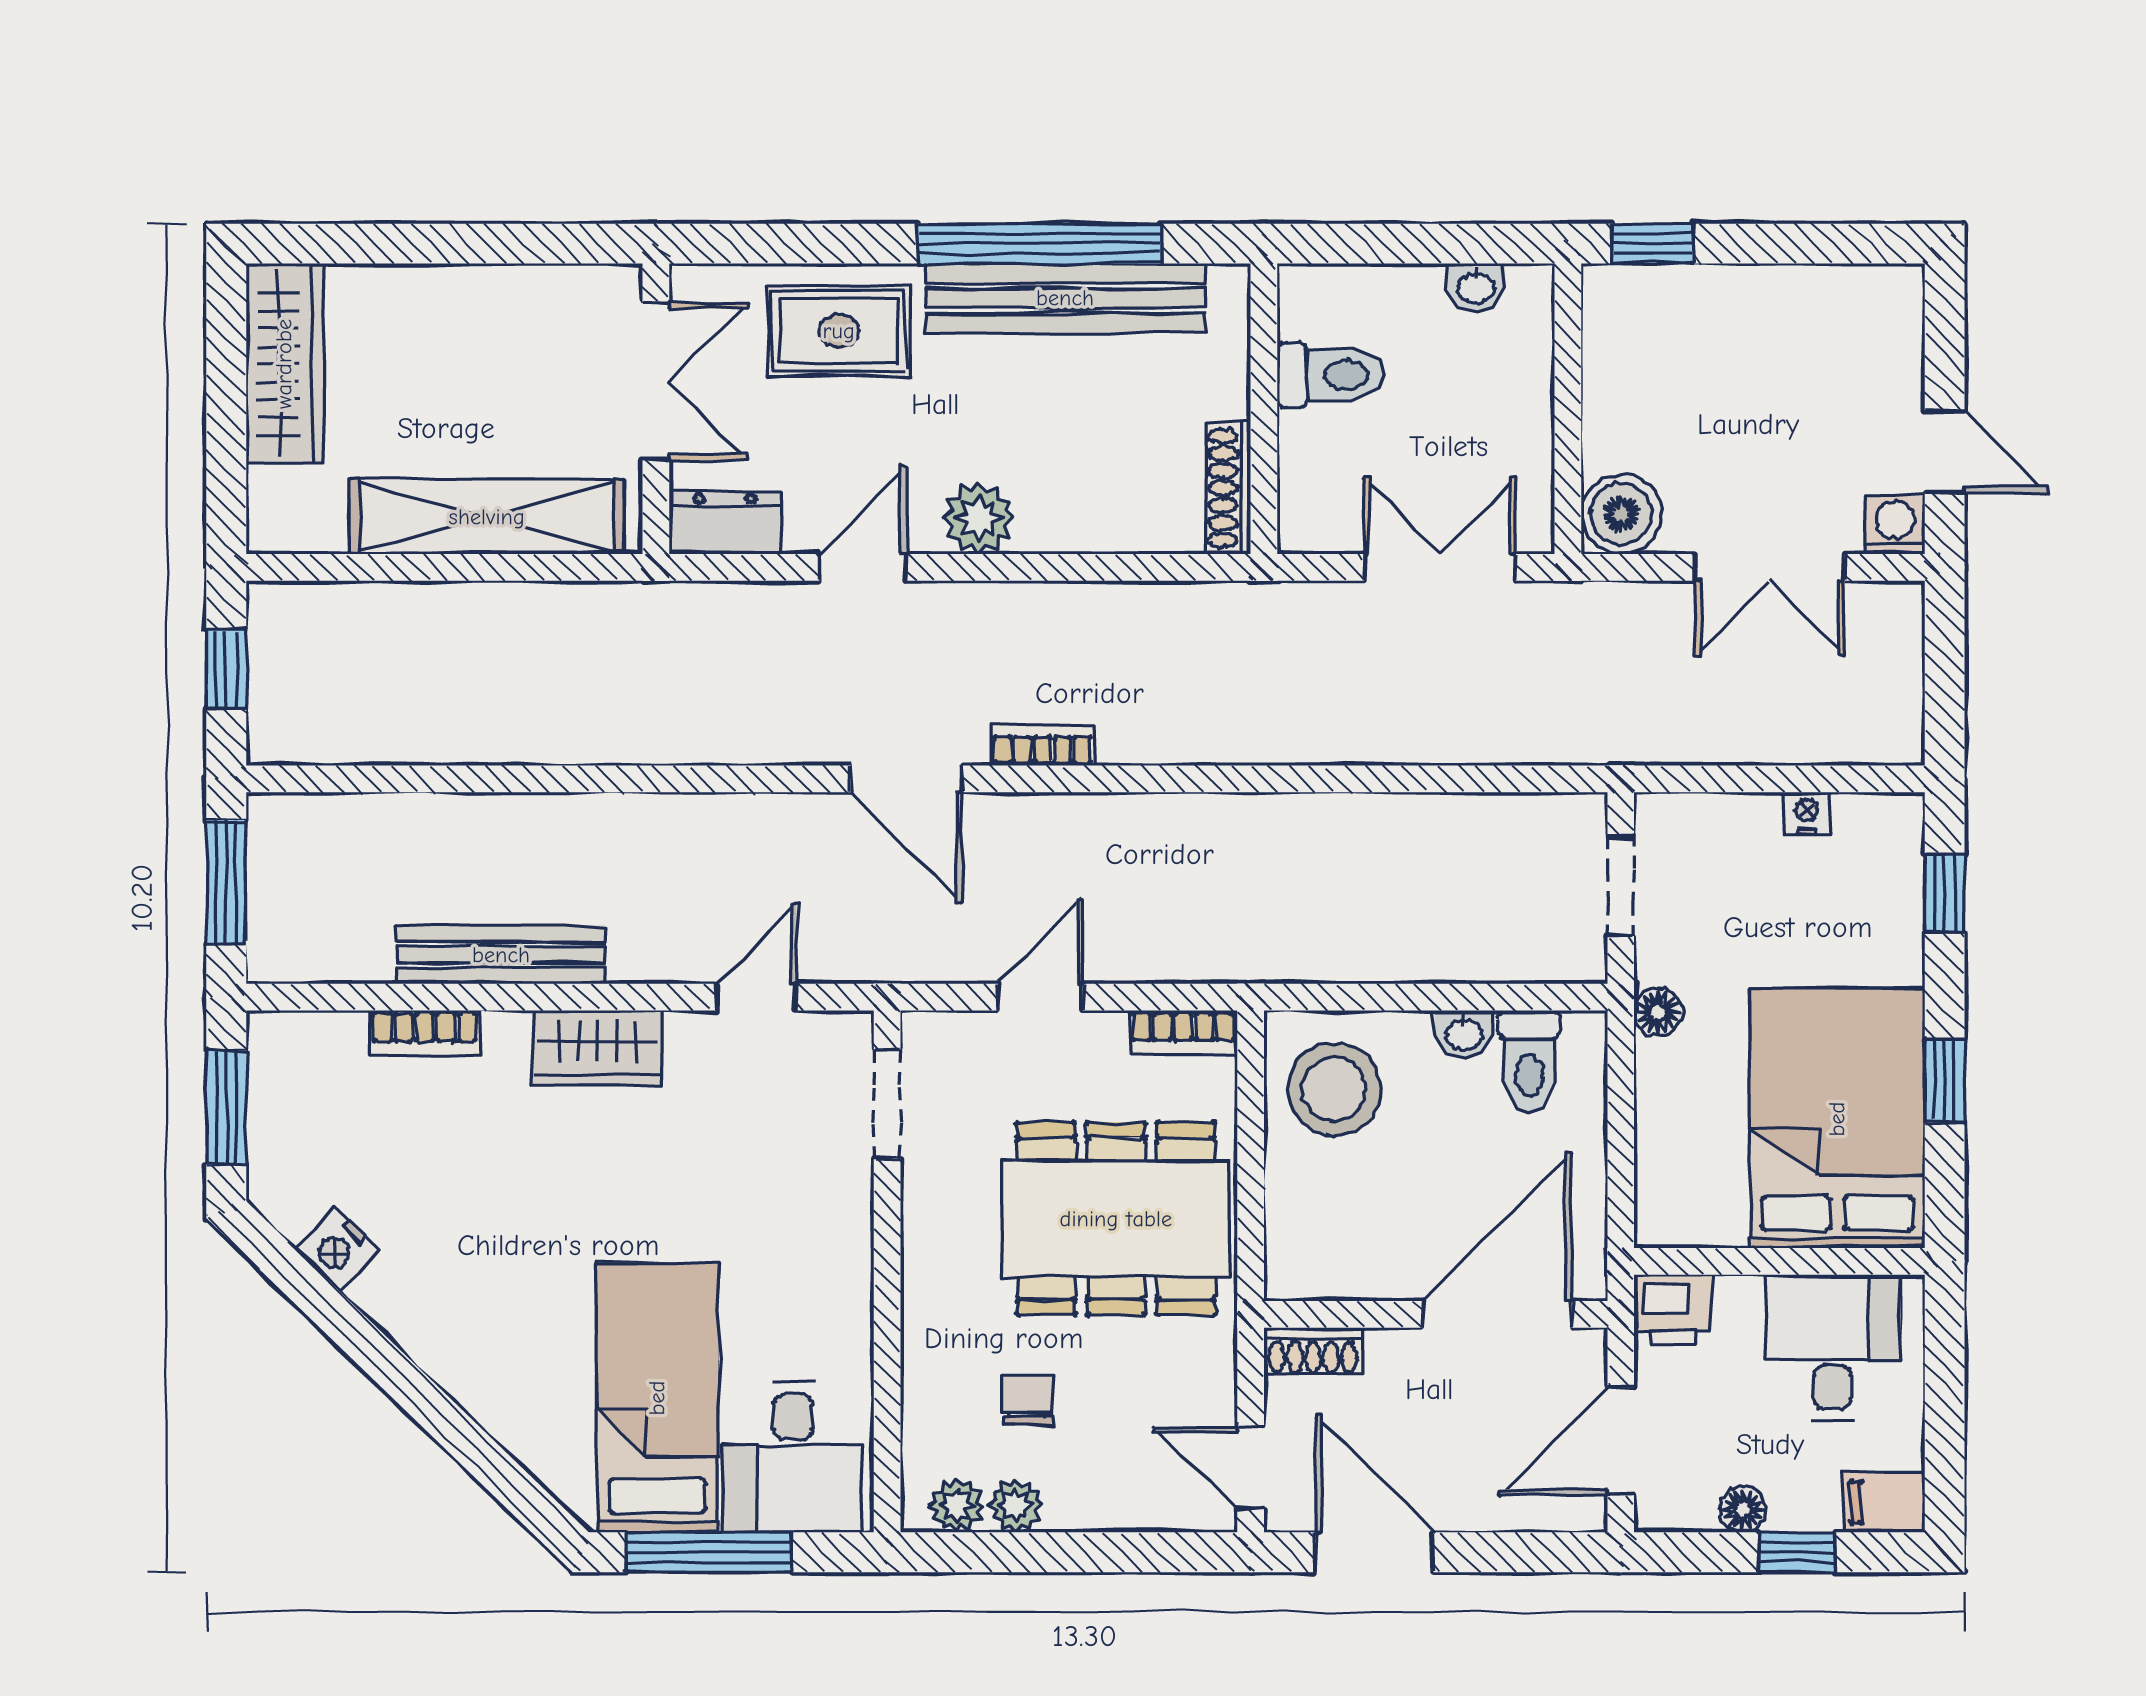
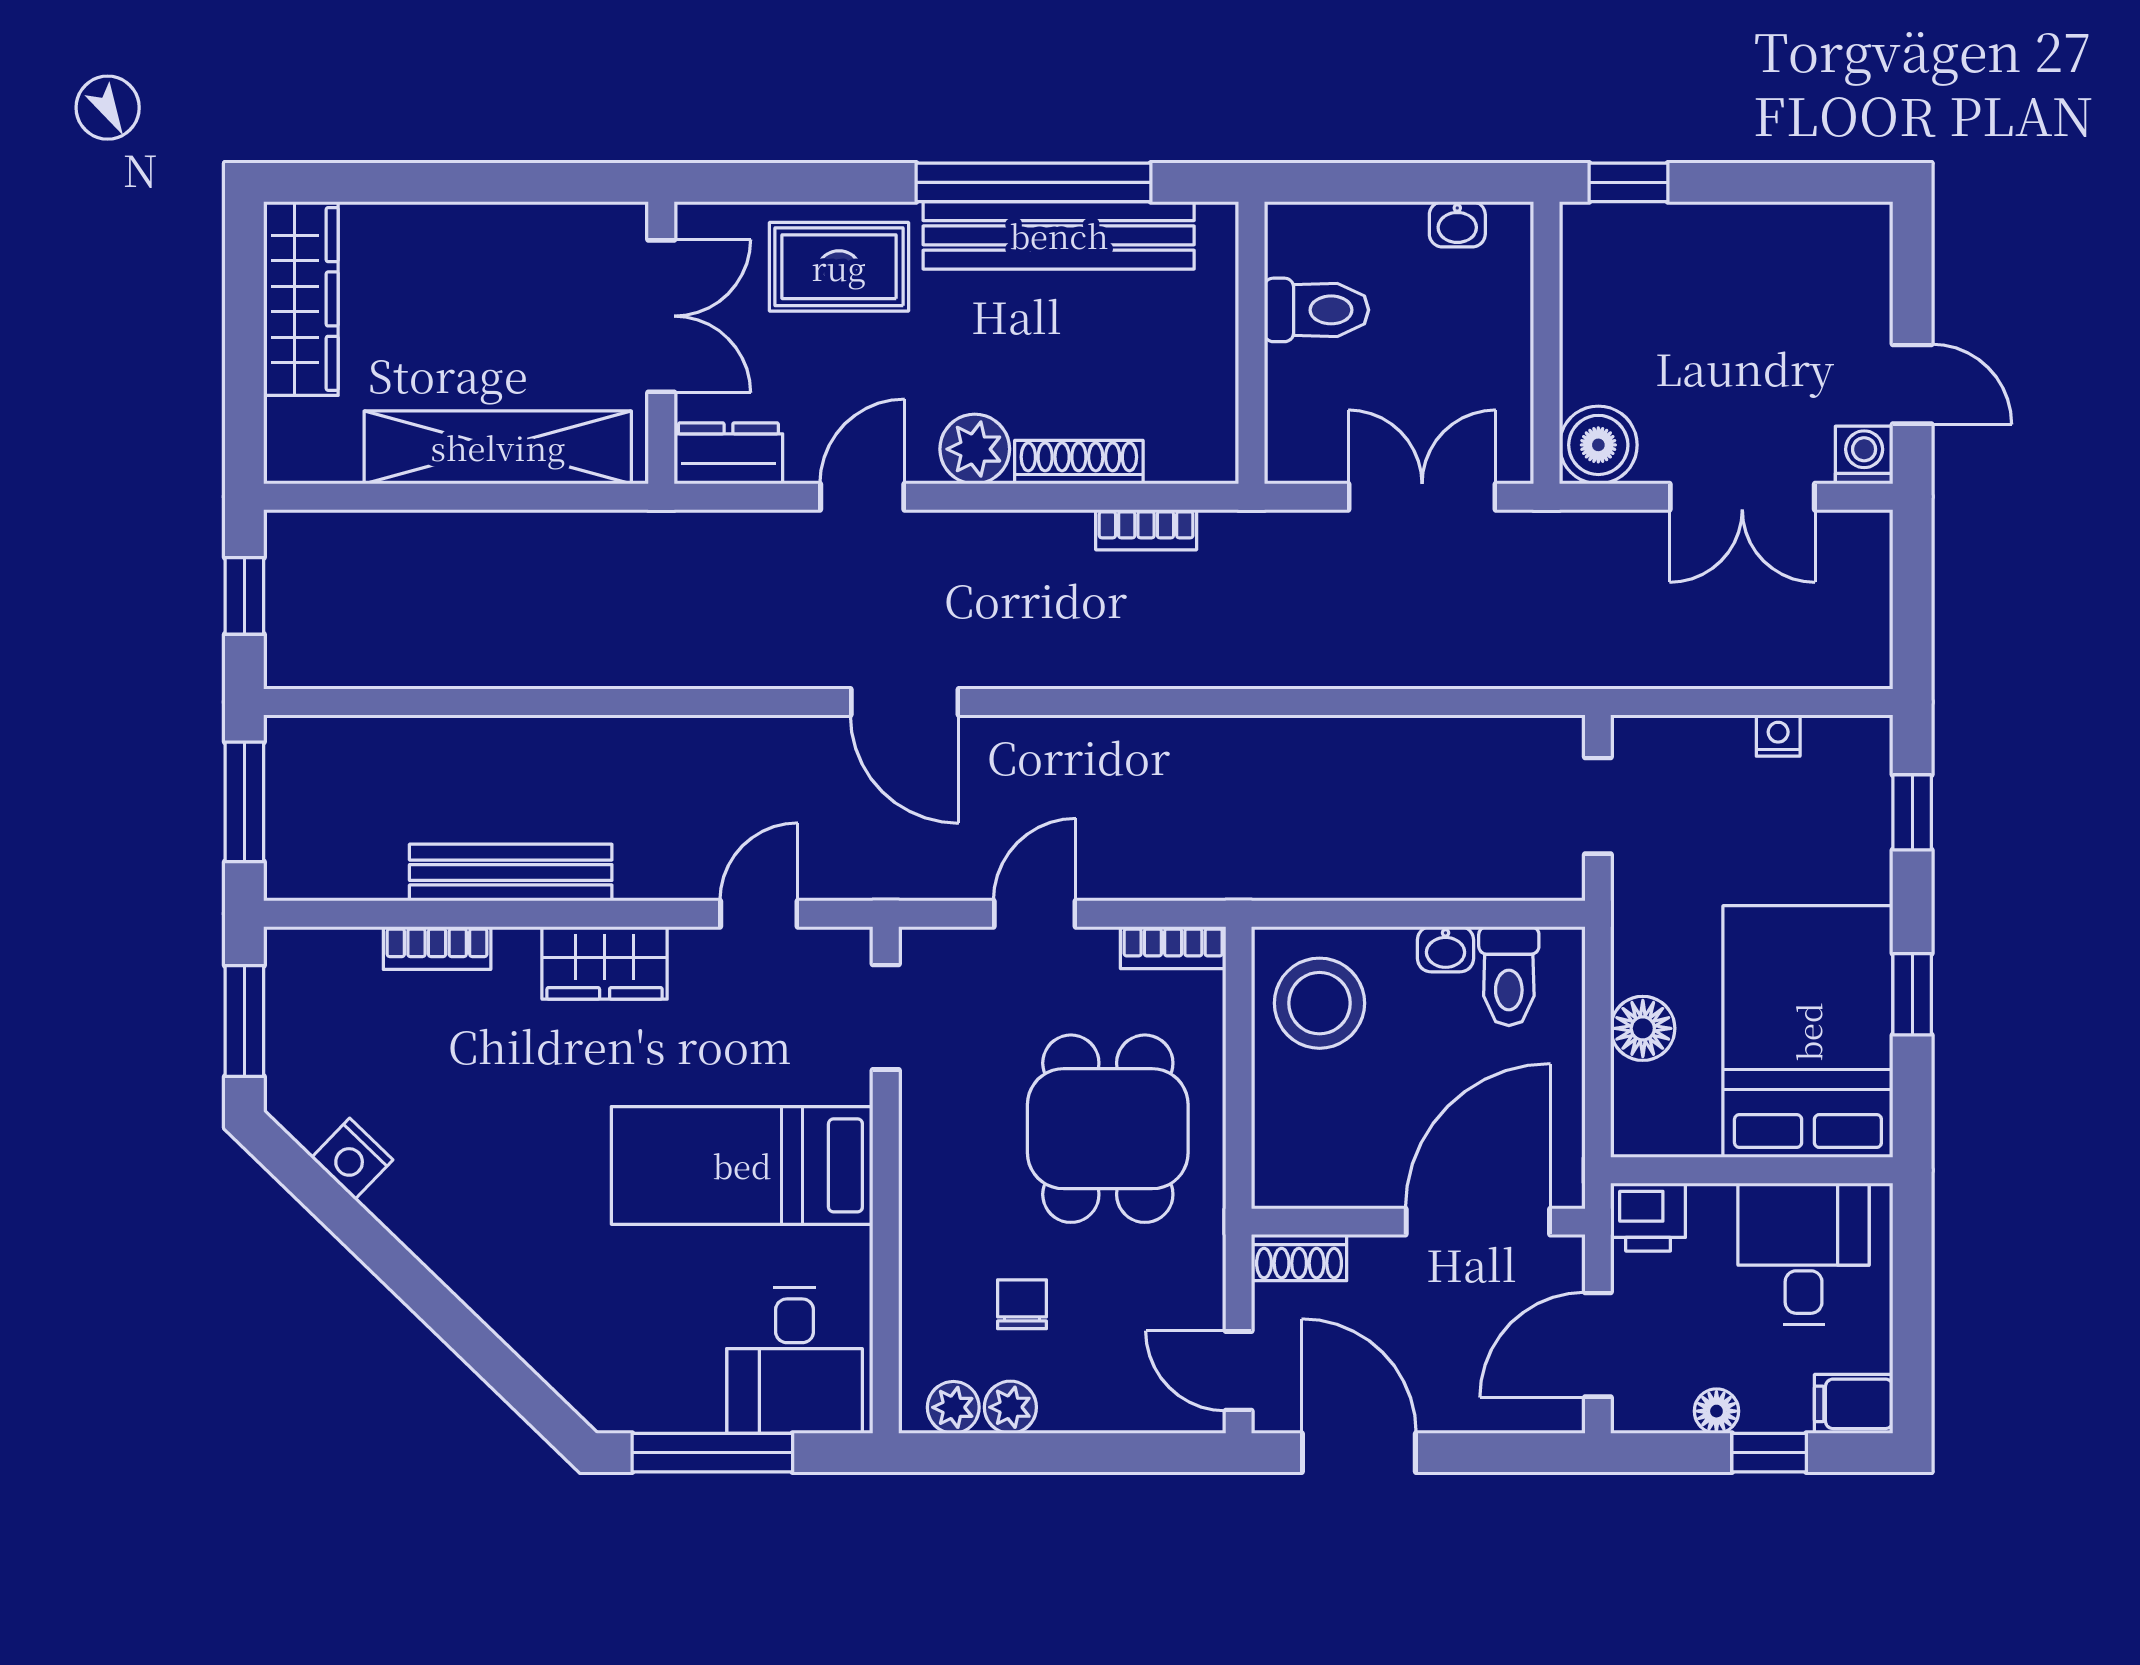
shoe rack: (1228, 488) -> (1079, 462), moved, turned 90
bookcase: (1042, 745) -> (1146, 530), moved, turned 180
floor lamp: (1658, 1012) -> (1643, 1028), moved, width x1.37, depth x1.37
dining table: (1116, 1219) -> (1108, 1129), width x0.73
bed: (657, 1398) -> (742, 1165), moved, turned -90

